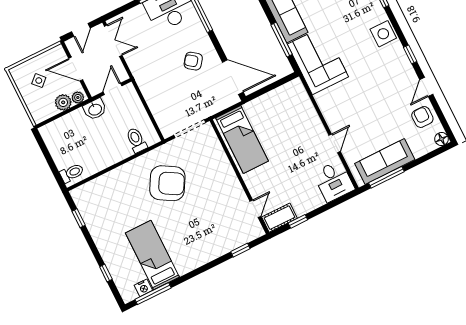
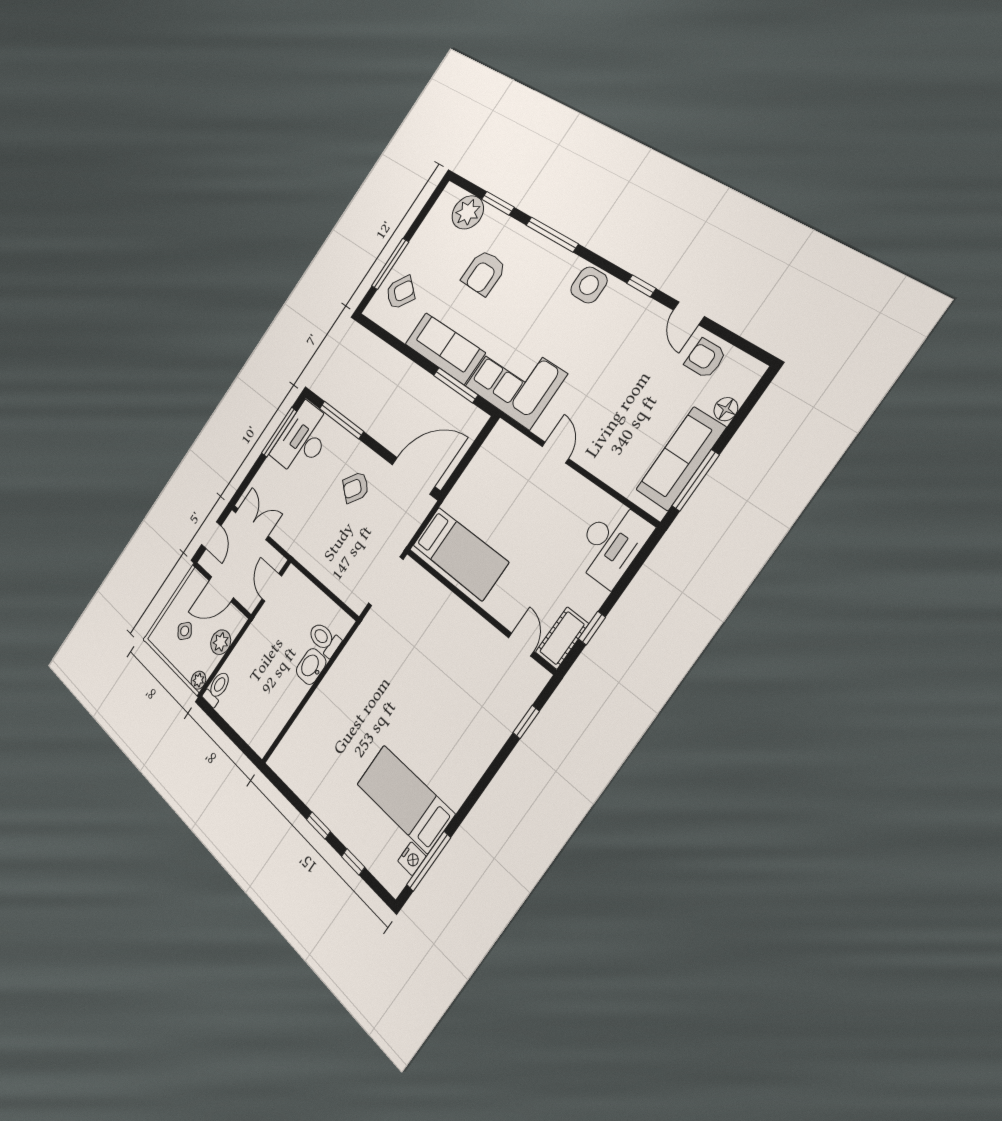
plant: (78, 97) -> (198, 680), moved
washbasin: (95, 109) -> (311, 666), moved, turned 180
floor lamp: (441, 139) -> (726, 409), moved
door: (335, 143) -> (555, 453), moved
toilet: (72, 173) -> (217, 688), moved
desk: (334, 181) -> (611, 543), width x1.37
armchair: (167, 183) -> (386, 677), removed
window: (79, 218) -> (318, 826), moved

